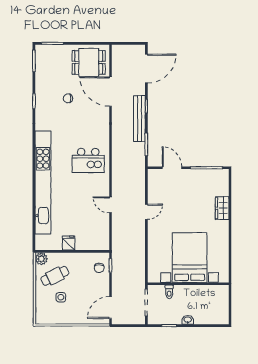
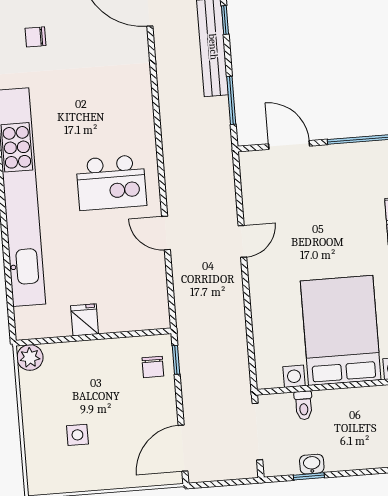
chair: (68, 98) -> (36, 37), moved
kitchen island: (88, 161) -> (111, 183), moved
cafe table: (55, 276) -> (61, 391), removed
washbasin: (188, 320) -> (312, 464), moved

